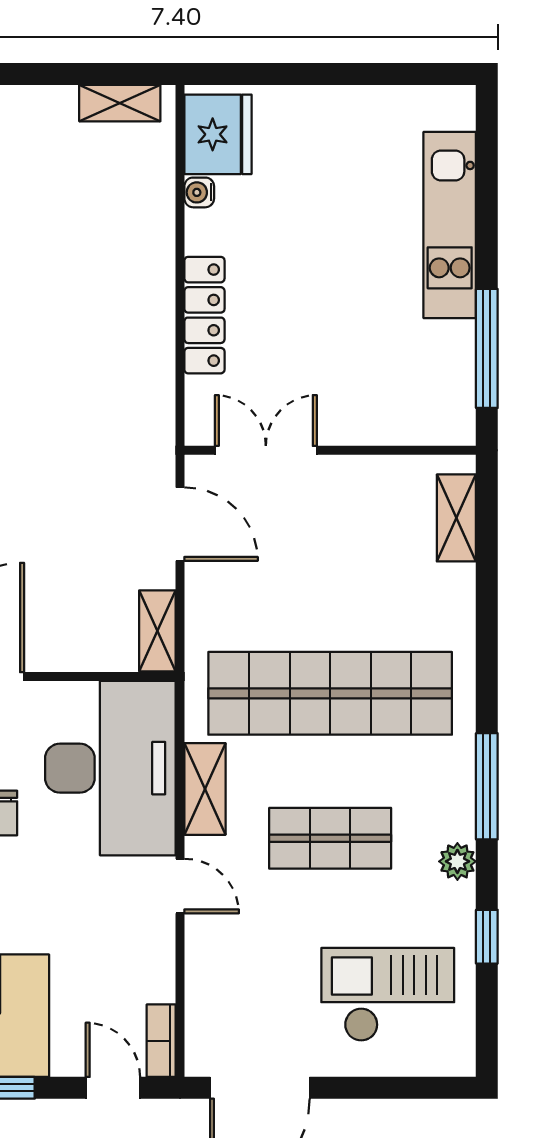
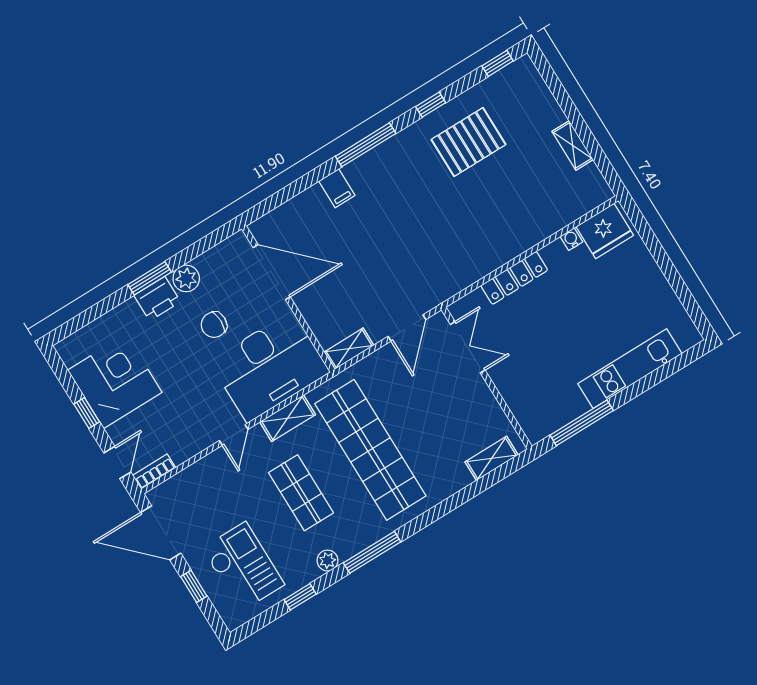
shelving: (120, 103) -> (573, 145), moved
window: (372, 1088) -> (194, 586), added

